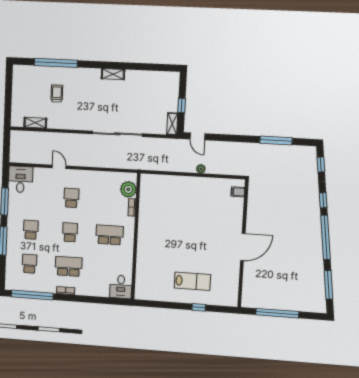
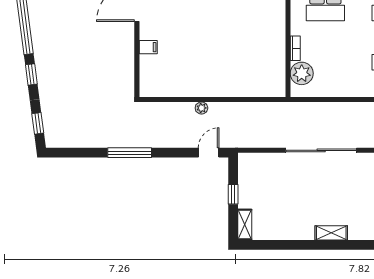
shelving: (172, 124) -> (245, 224), moved
door: (197, 136) -> (209, 153), hinge flipped
window: (276, 141) -> (130, 153), moved
filing cabinet: (238, 192) -> (148, 47), moved

